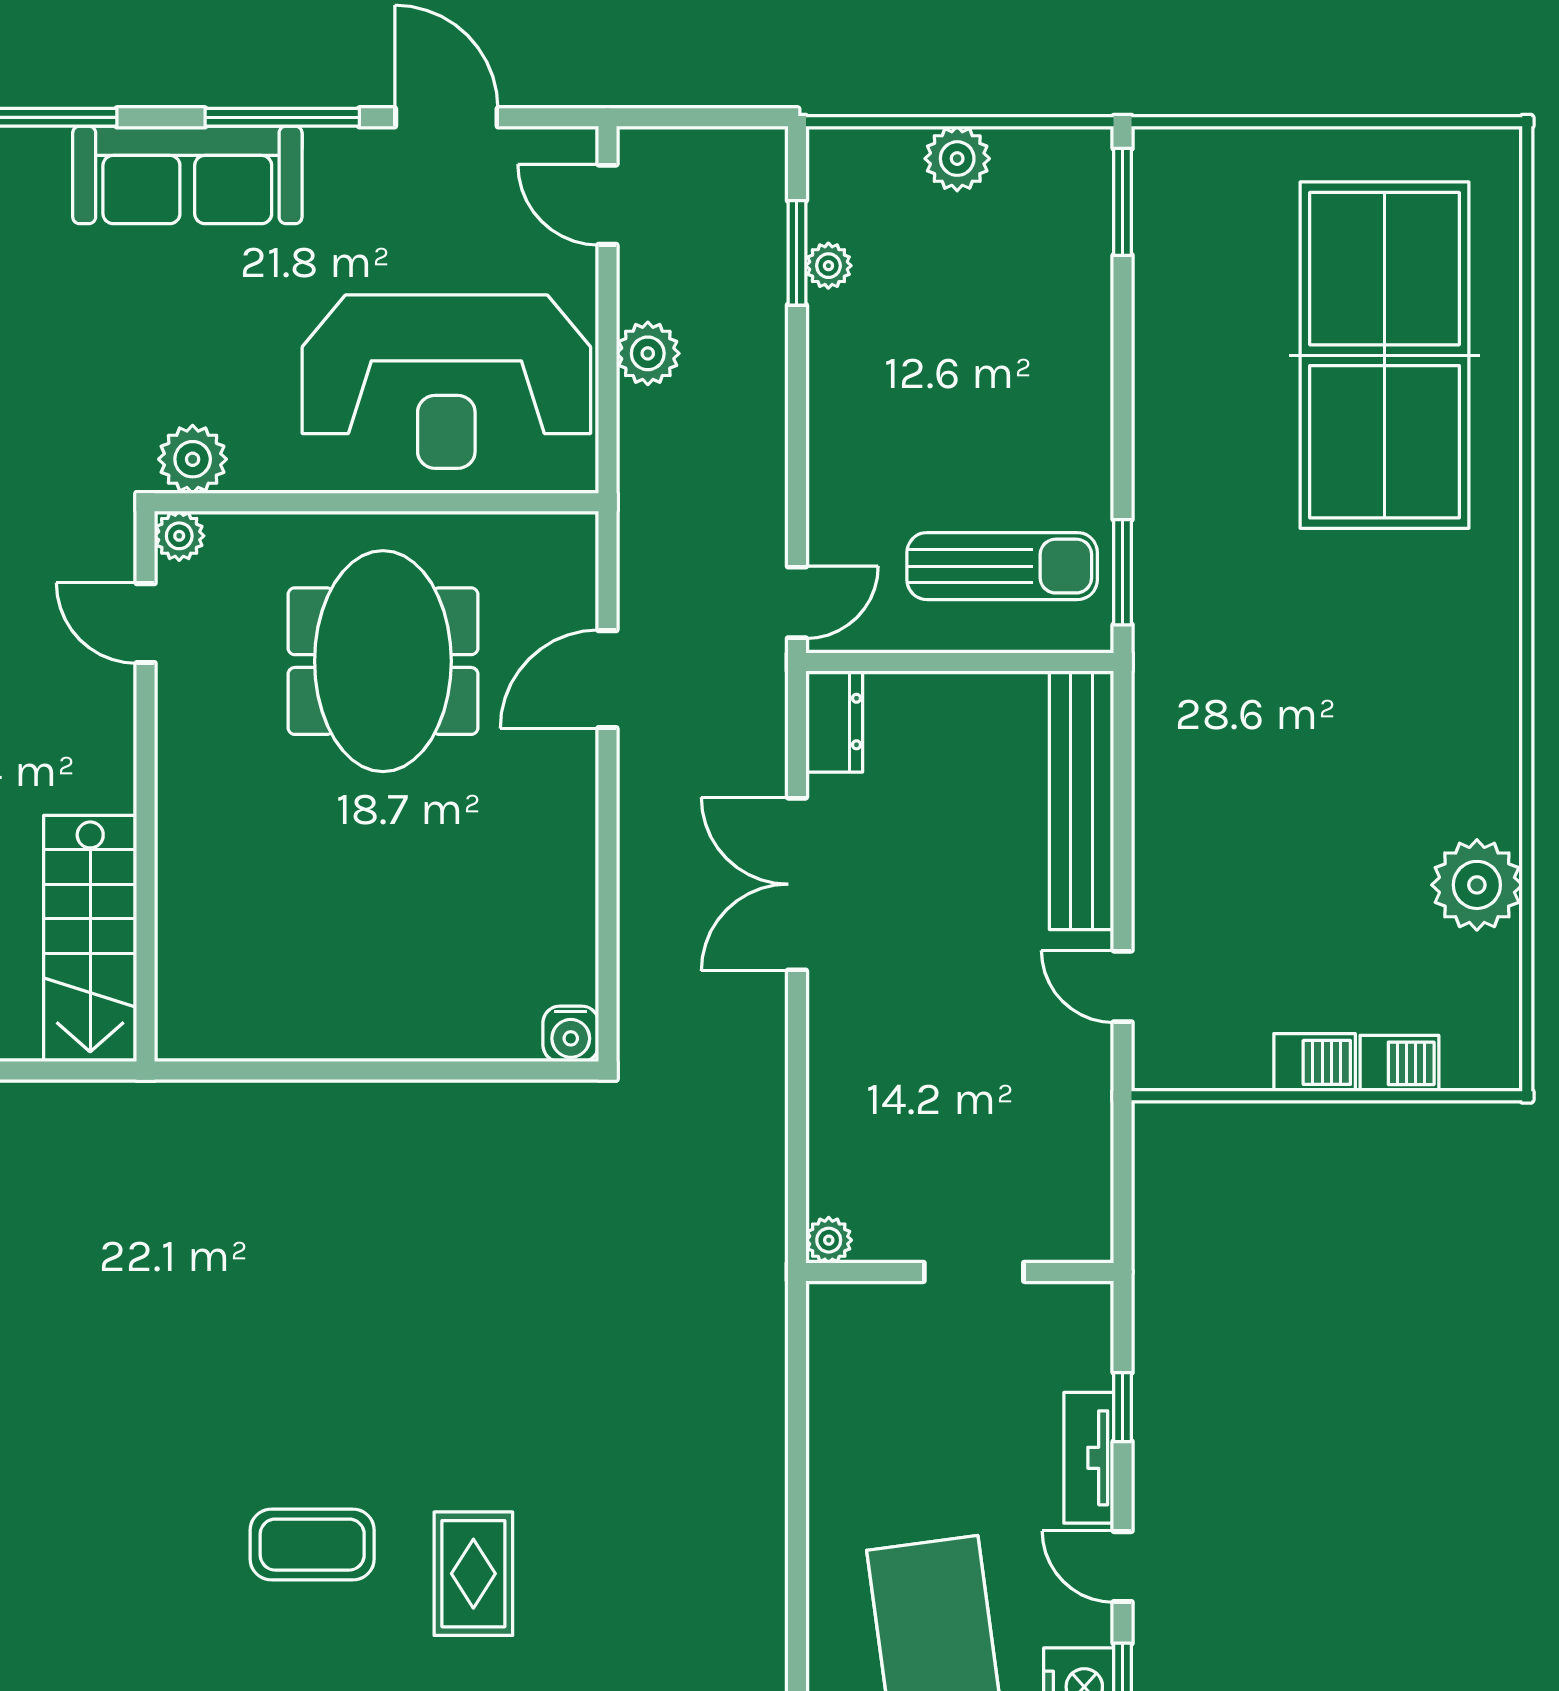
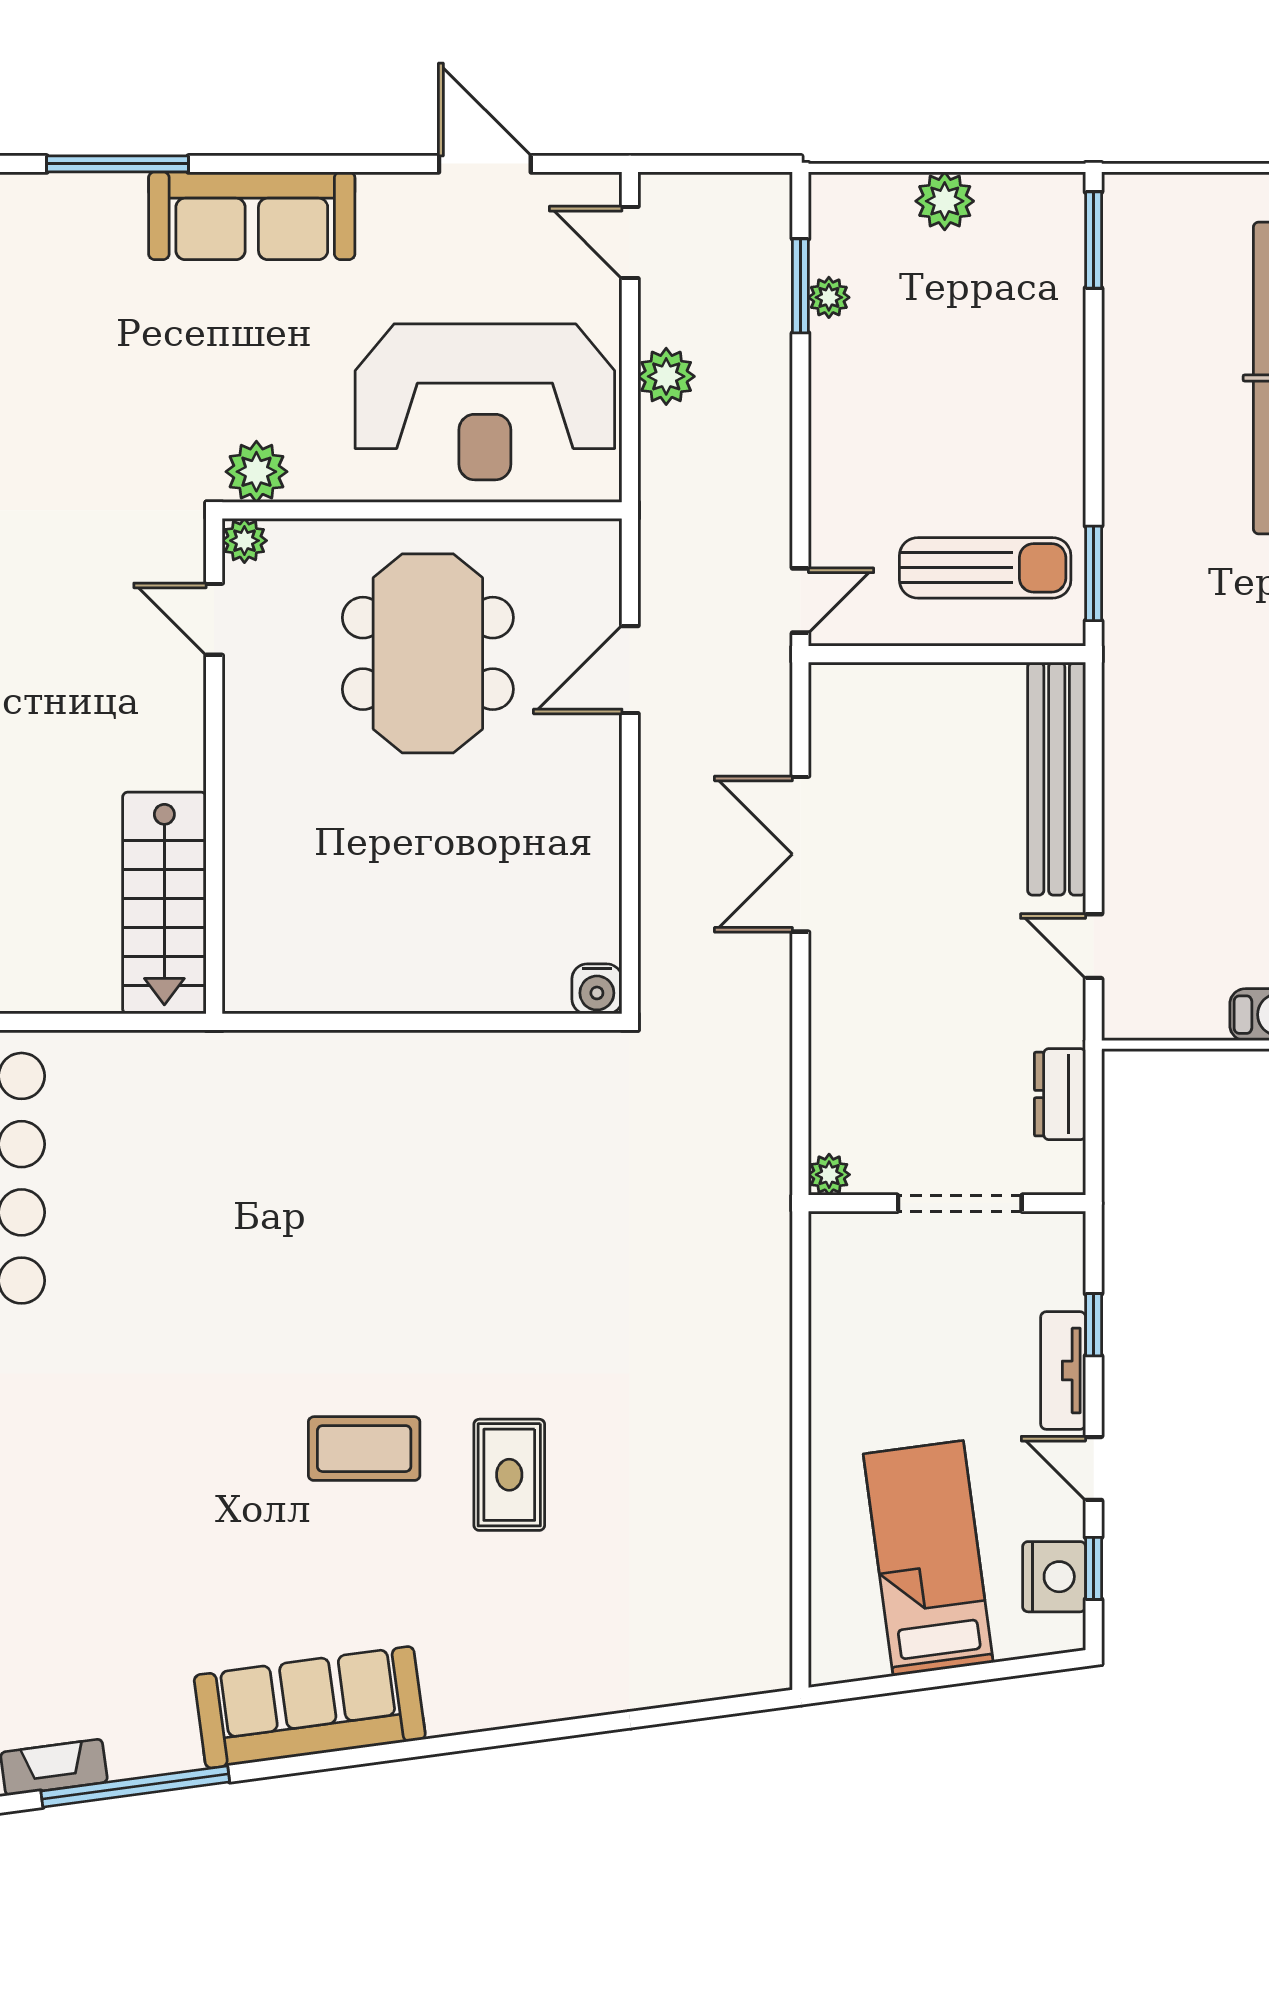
window: (282, 117) -> (337, 164), removed
dresser: (834, 722) -> (1060, 1094), moved, turned 180
doorway: (974, 1272) -> (960, 1203), width x1.38

